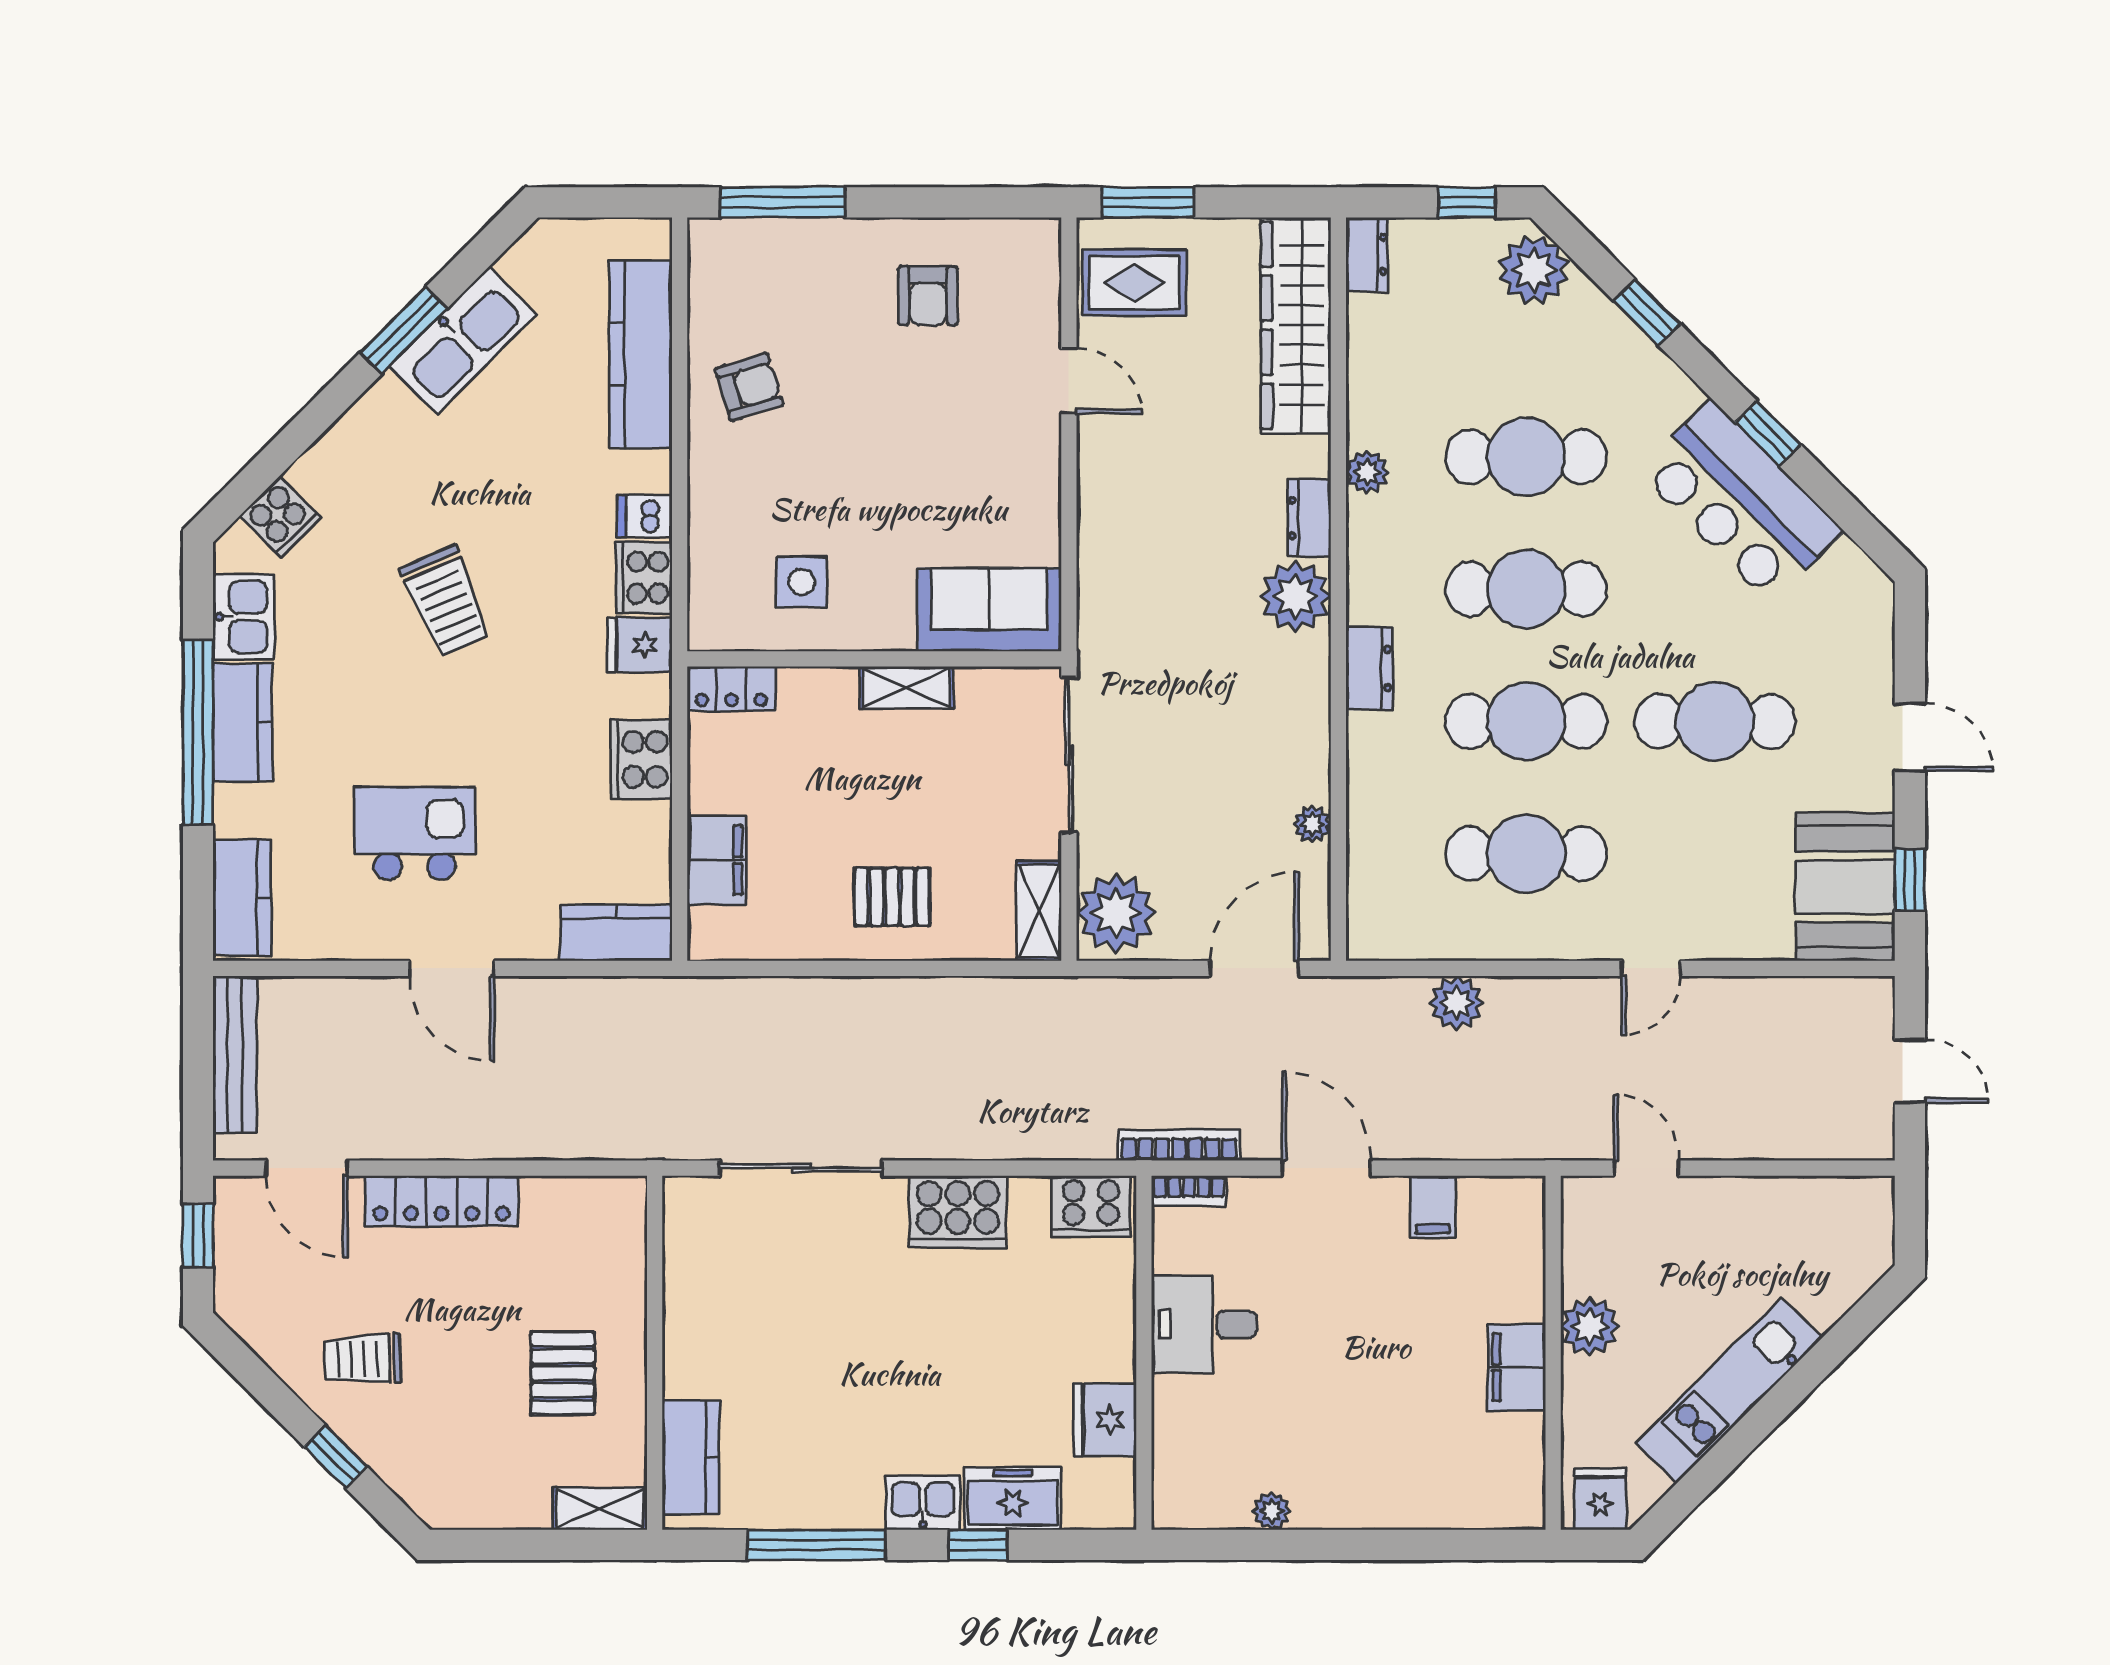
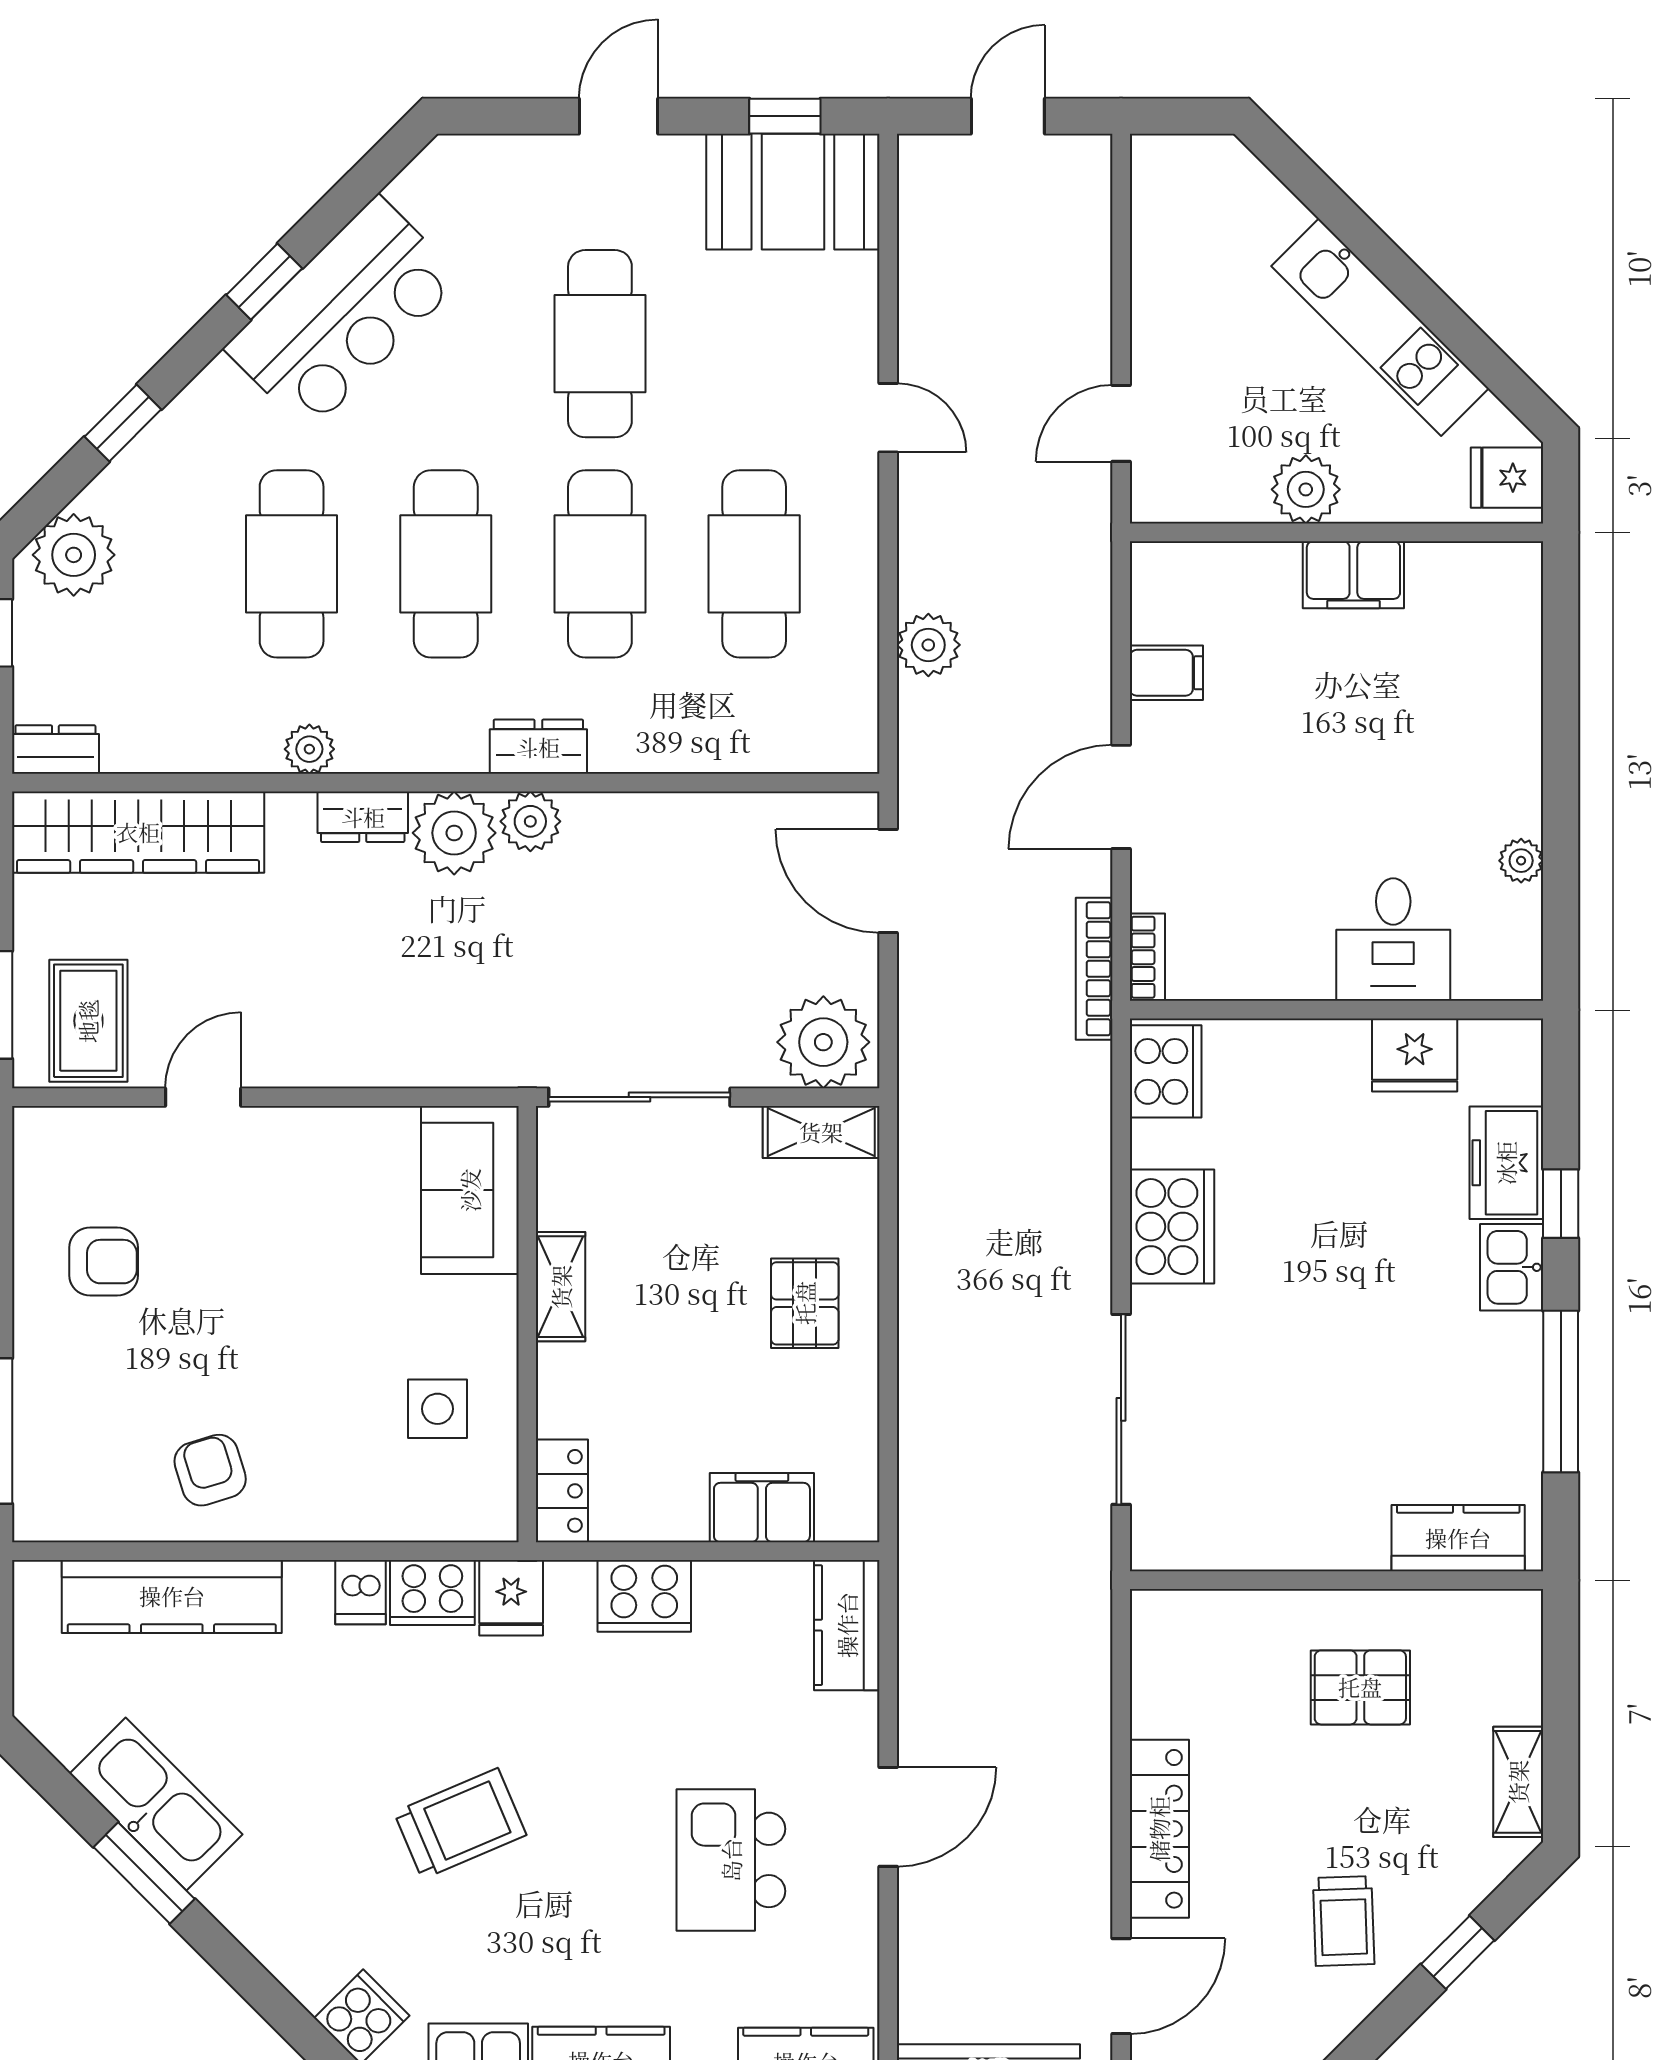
plant: (1312, 824) -> (530, 821), moved, width x1.38, depth x1.38
desk: (1204, 1324) -> (1393, 940), moved
shelving: (600, 1509) -> (1518, 1782), moved

